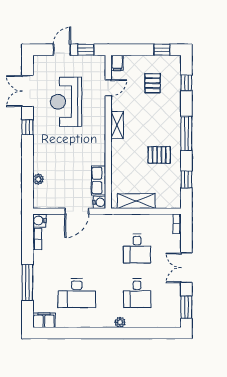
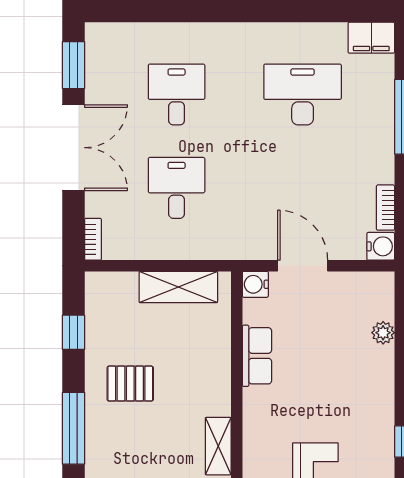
row of seats: (99, 180) -> (257, 356), moved
door: (77, 211) -> (303, 266), hinge flipped
double door: (186, 268) -> (73, 148), width x1.37
plant: (120, 322) -> (212, 34), removed

